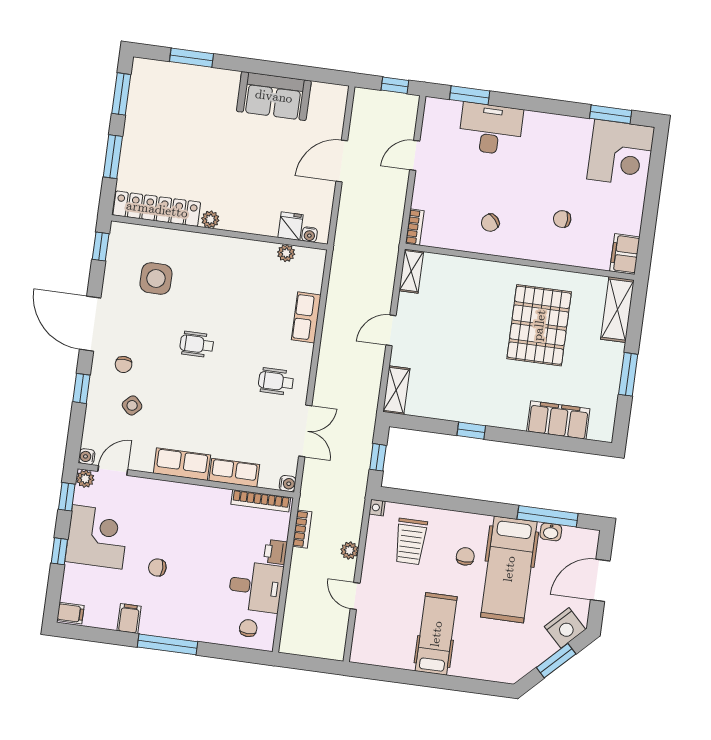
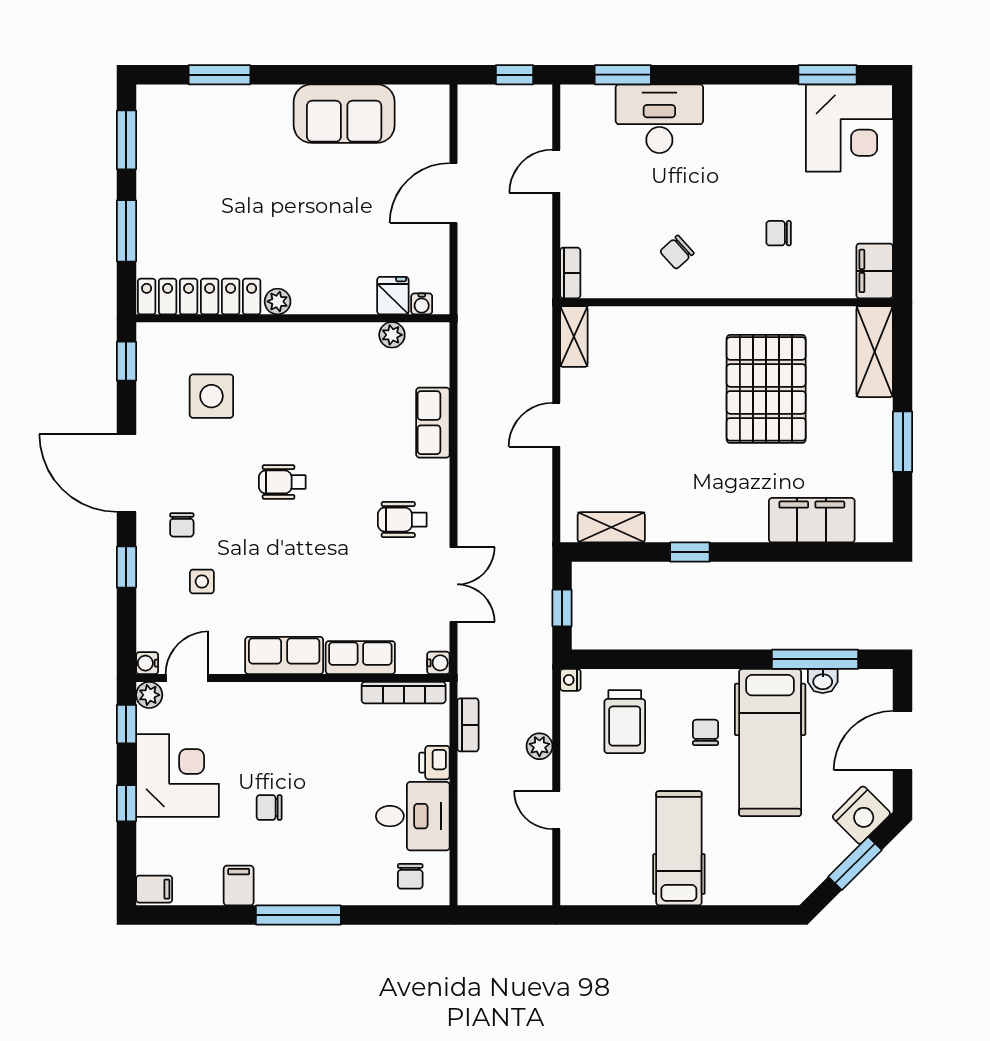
shelving: (396, 390) -> (611, 527), moved, turned 90
side table: (132, 405) -> (202, 582), turned 45
chair: (248, 628) -> (410, 876), turned 180

